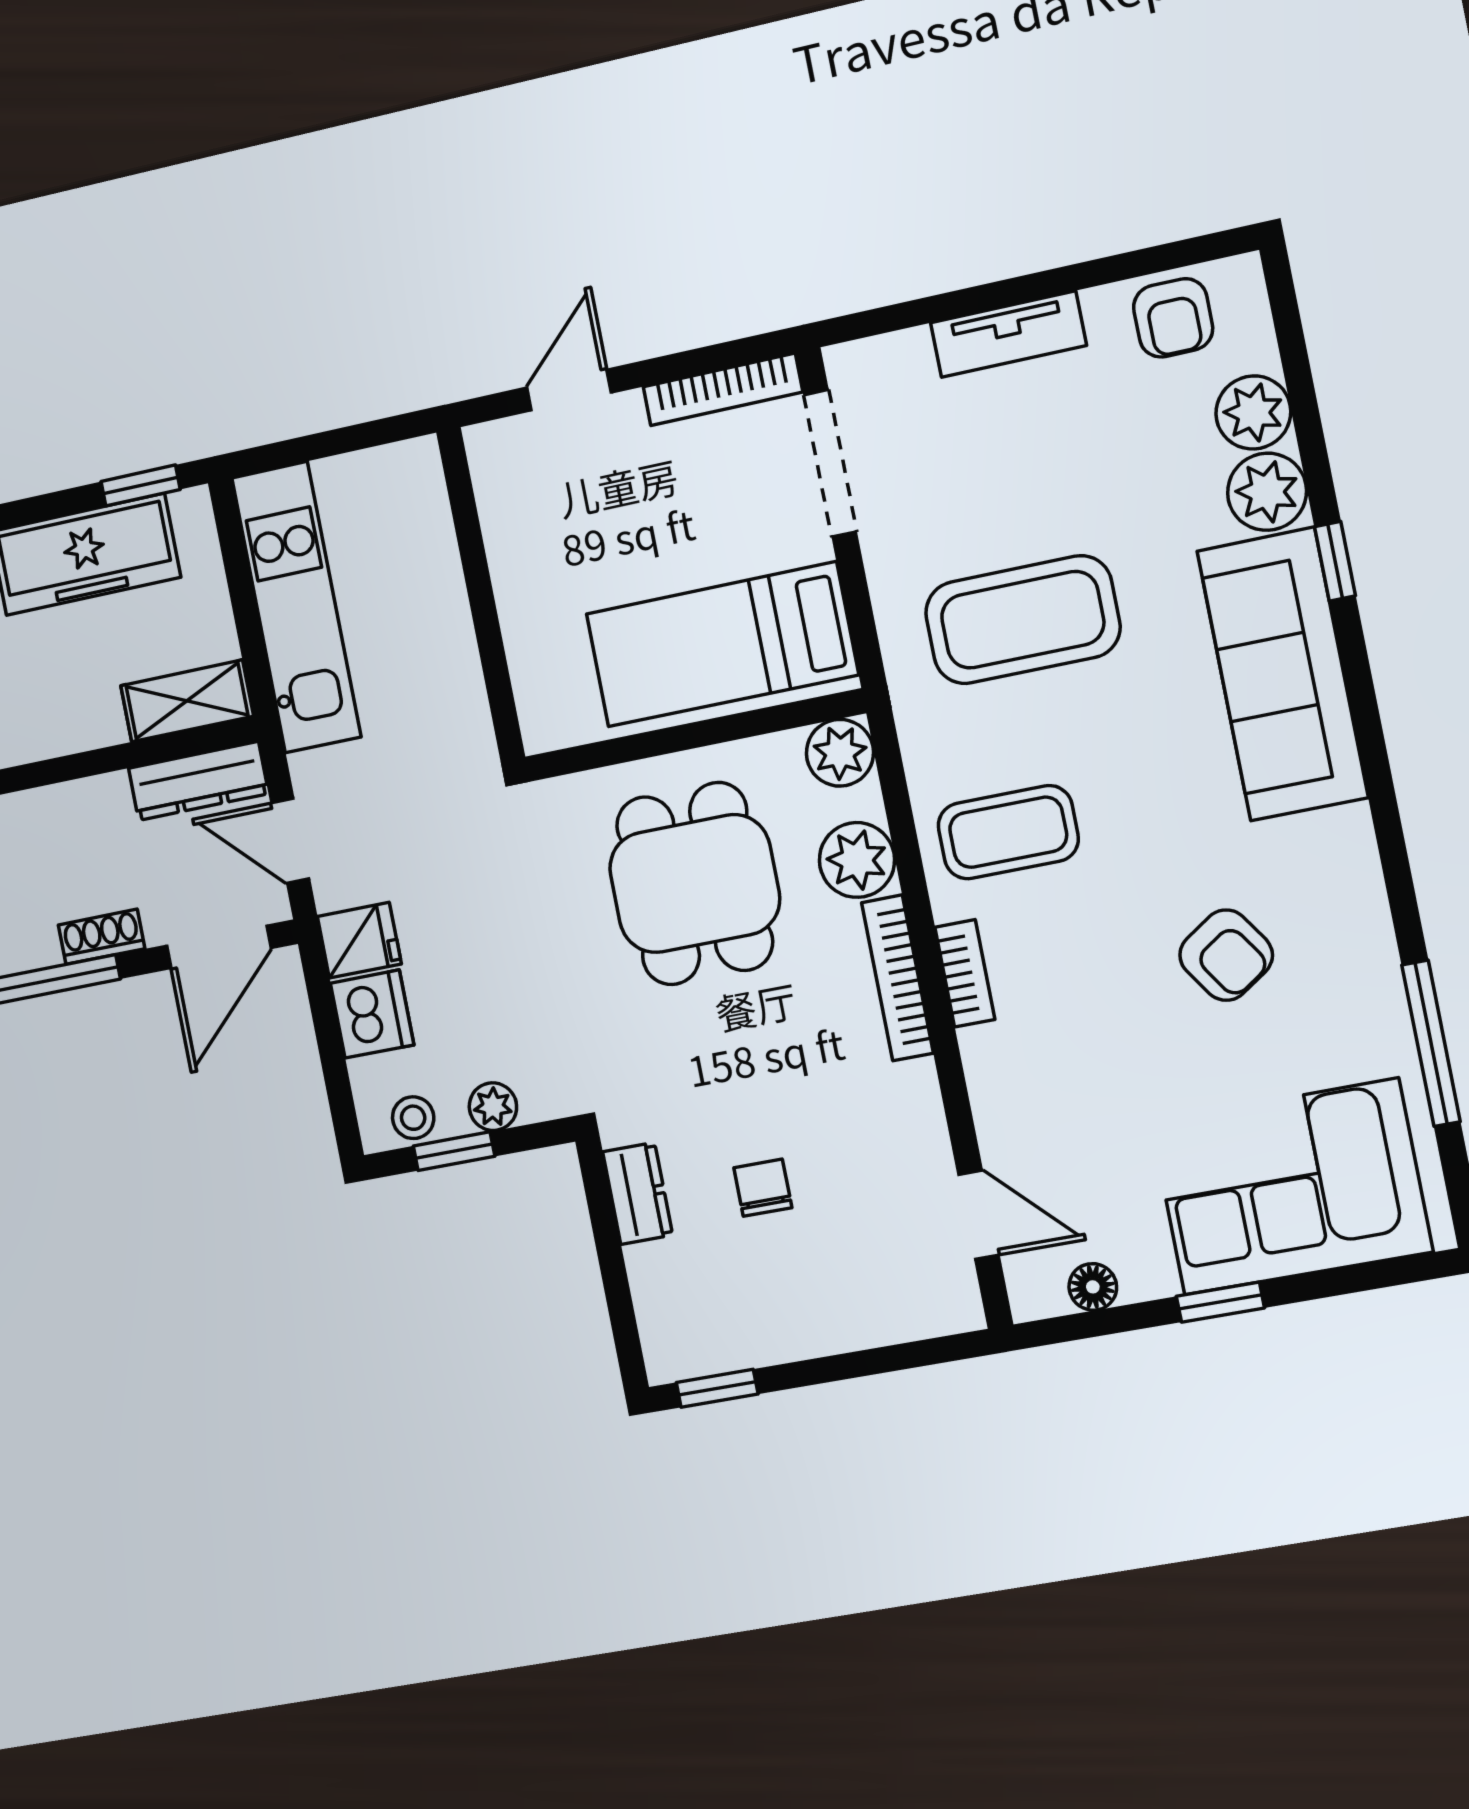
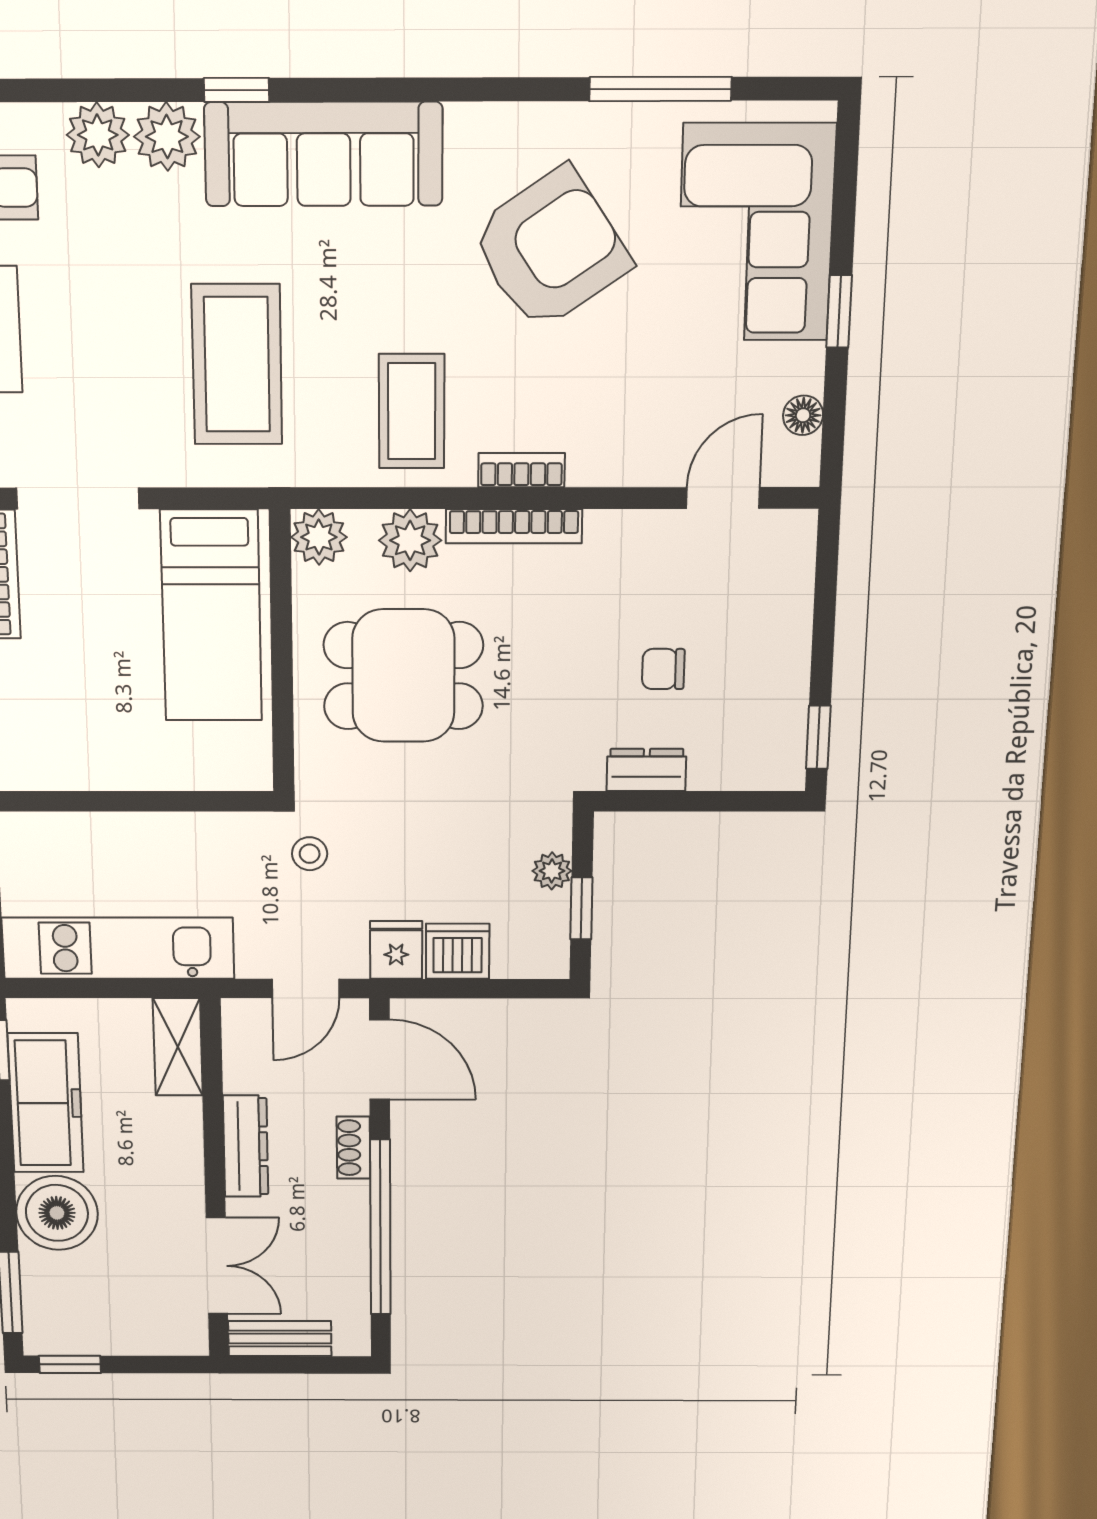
dresser: (198, 781) -> (246, 1146), moved
armchair: (1226, 955) -> (551, 249), width x1.88, depth x1.88
stool: (413, 1118) -> (310, 854), moved

